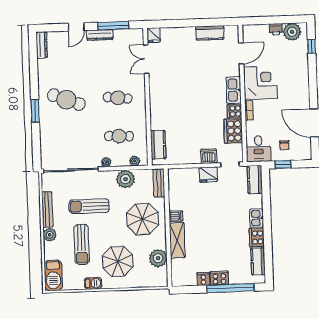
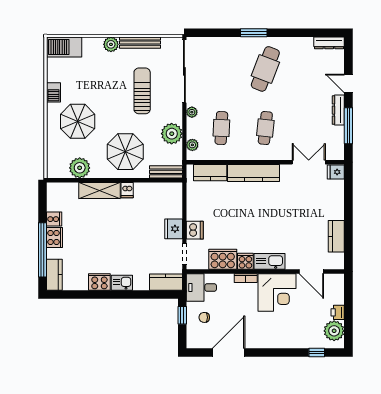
kitchen counter: (157, 107) -> (254, 173), added
sun lounger: (82, 244) -> (99, 81), removed
kitchen counter: (258, 261) -> (54, 275), moved, turned 90

